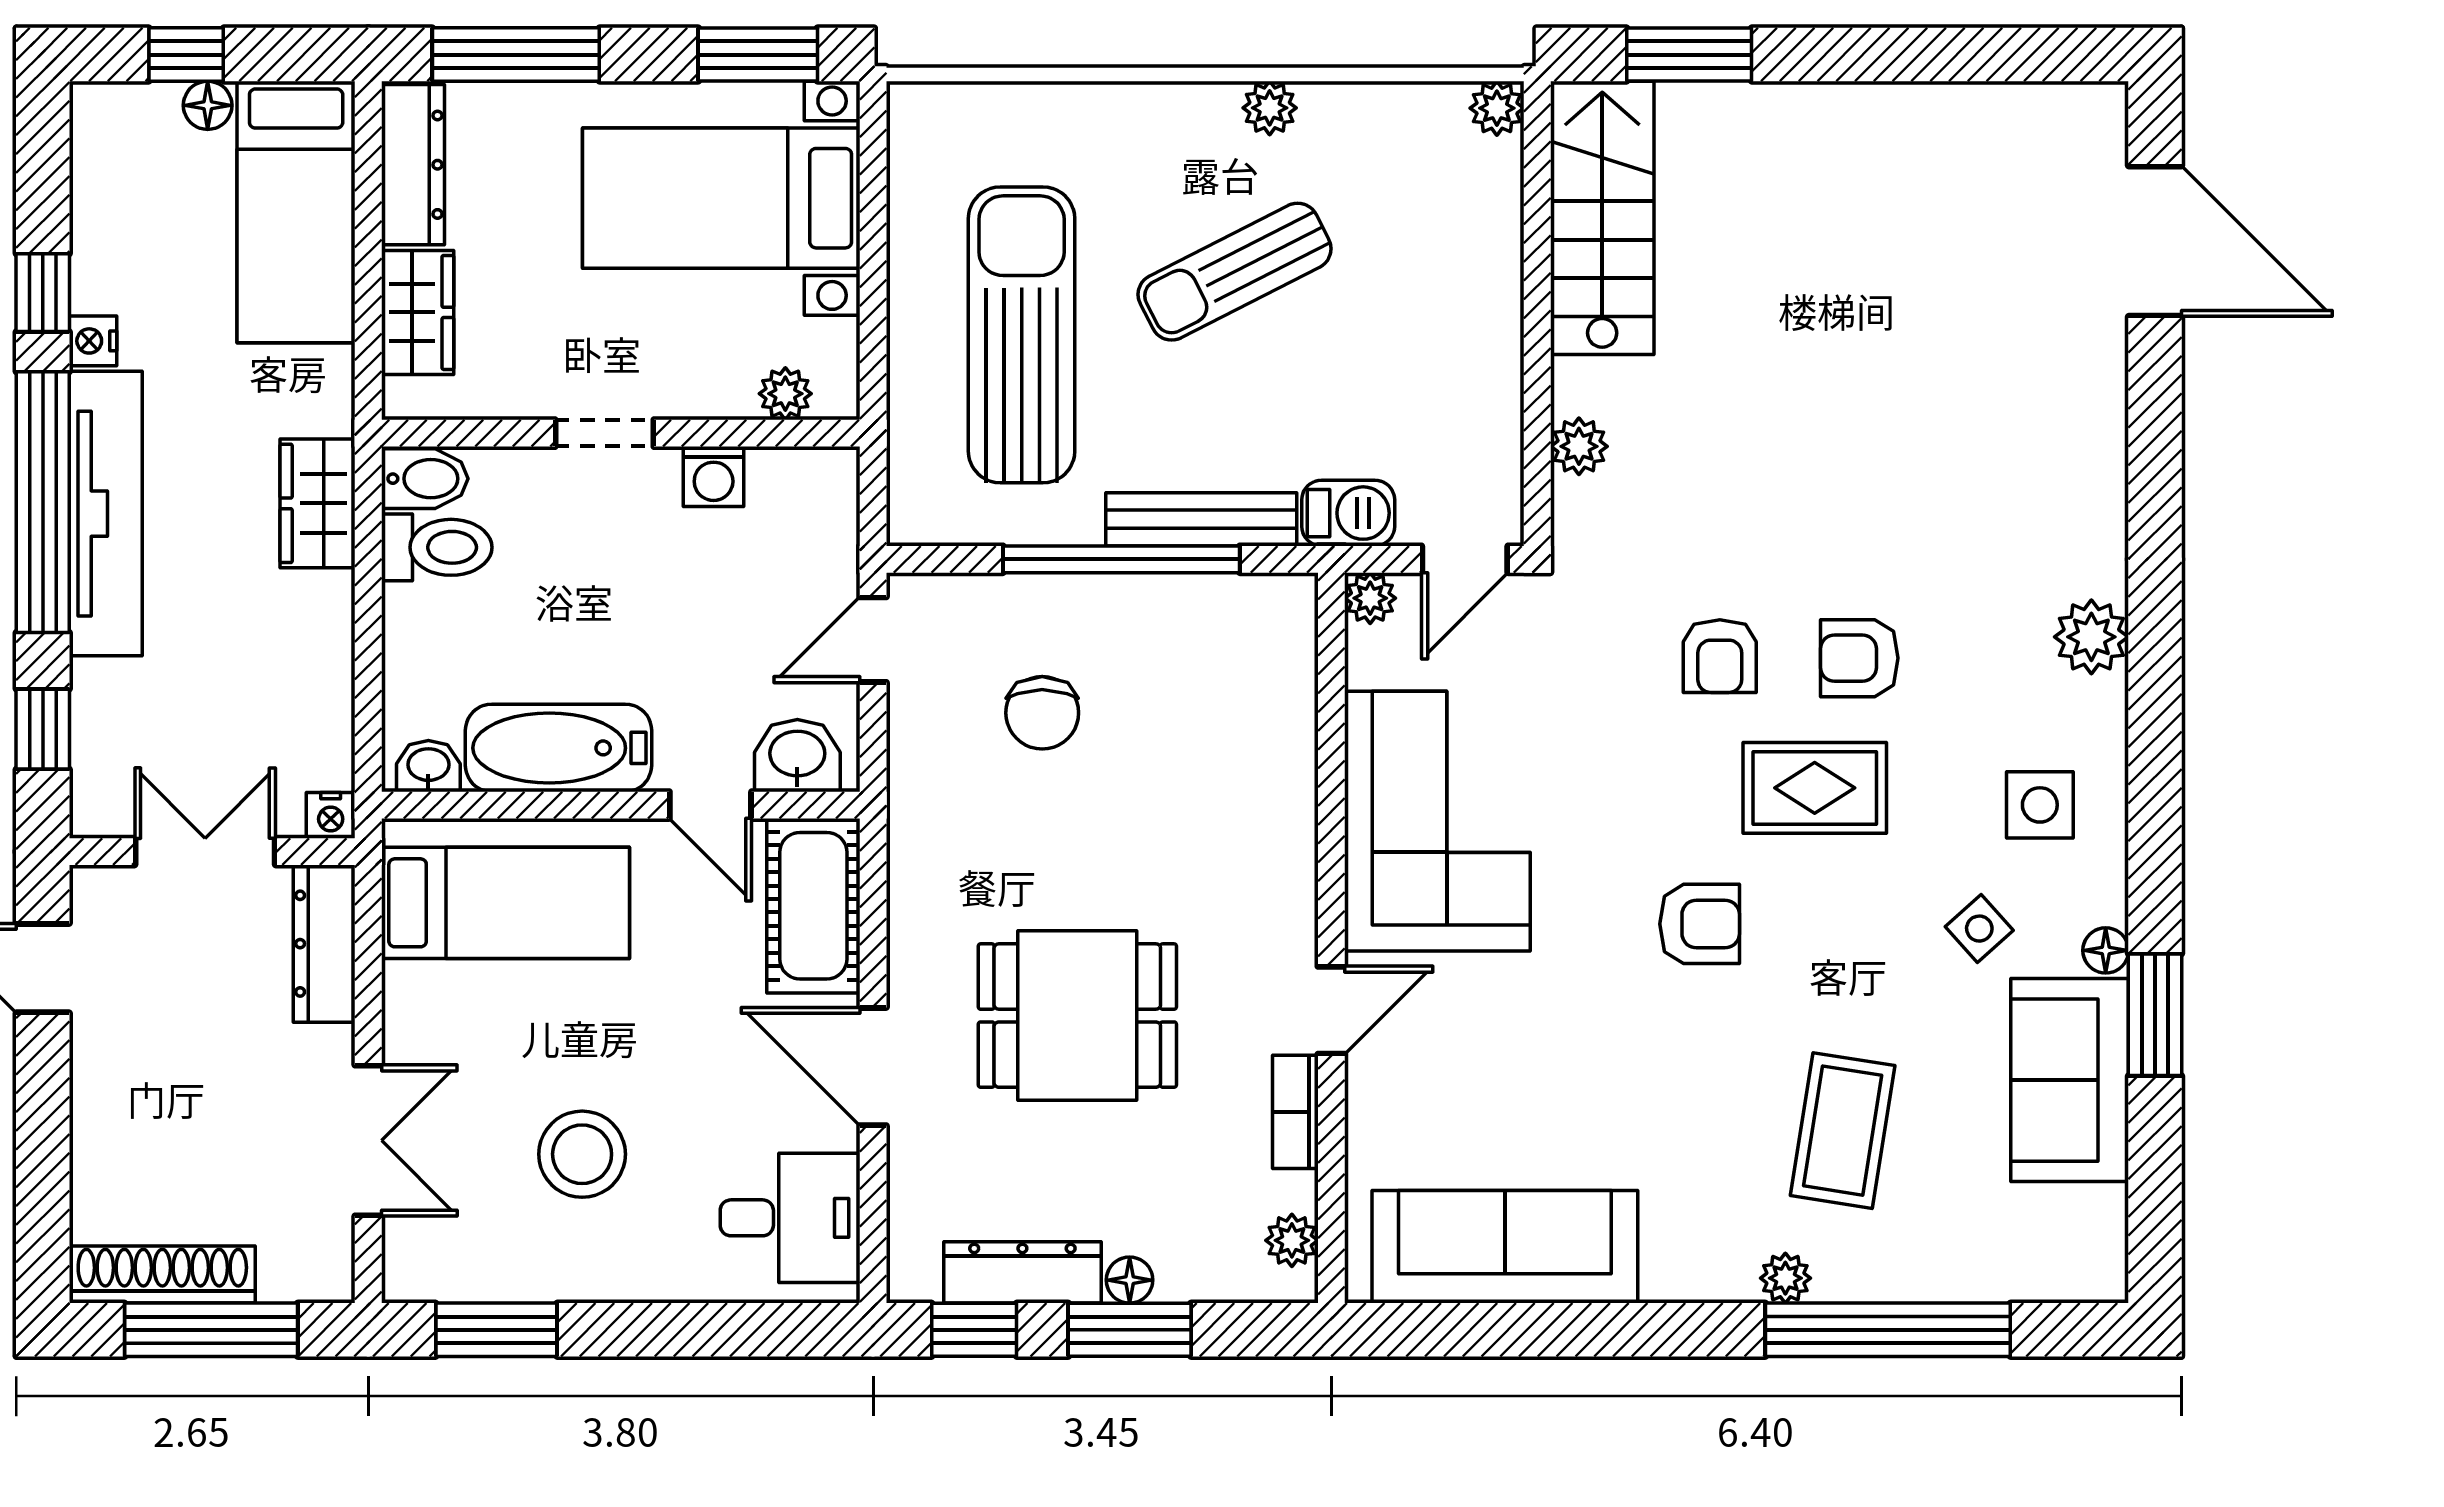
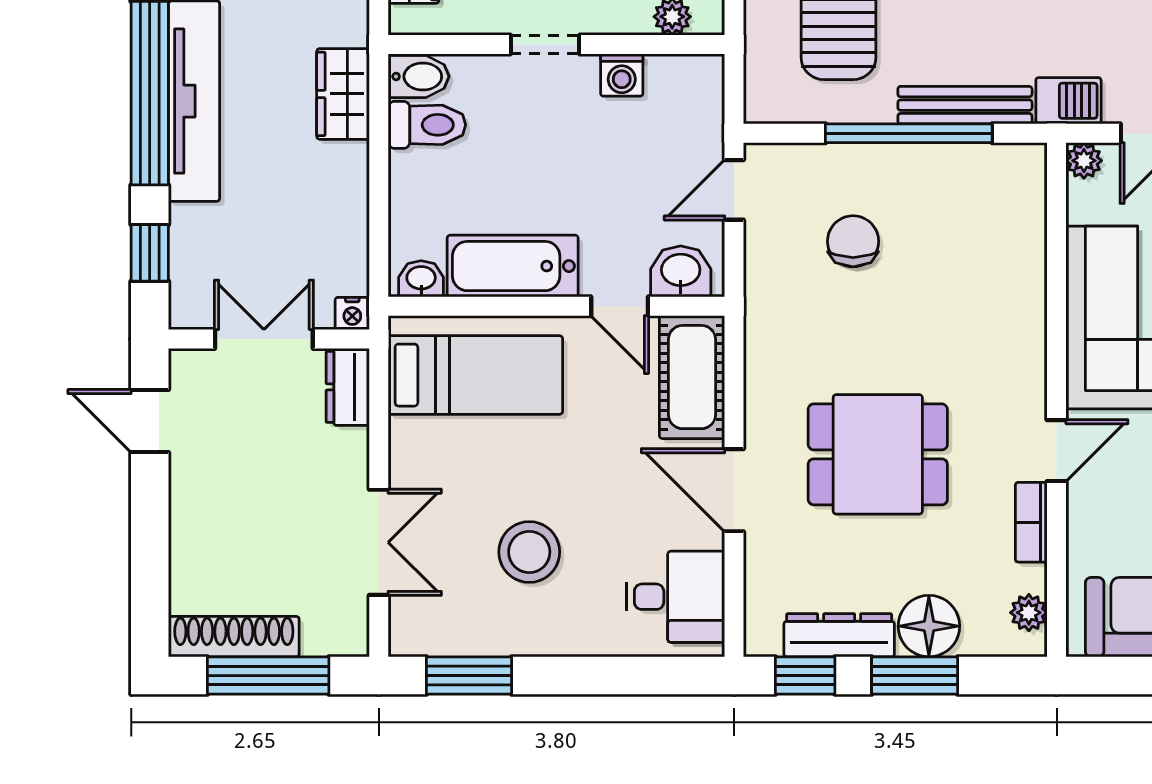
chair: (1042, 713) -> (853, 241), turned 180
dresser: (324, 944) -> (348, 387), width x0.70
floor lamp: (1130, 1280) -> (929, 626), width x1.89, depth x1.89

